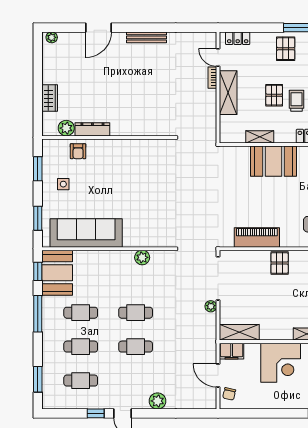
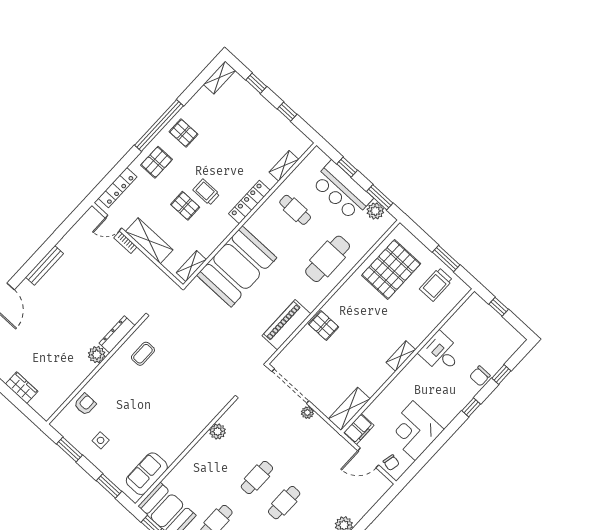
locker: (238, 38) -> (118, 188), width x1.53
pallet: (286, 49) -> (157, 162), turned 90
plant: (66, 128) -> (97, 355), moved
dresser: (92, 129) -> (117, 334), moved
shelving: (260, 137) -> (191, 266), moved
armchair: (78, 151) -> (85, 404), turned -90
coffee table: (148, 159) -> (143, 354), added
booth: (274, 161) -> (237, 266), width x1.36, depth x1.42
sofa: (86, 233) -> (147, 474), width x0.54, depth x0.79
corner desk: (281, 363) -> (414, 431), moved, turned 180

